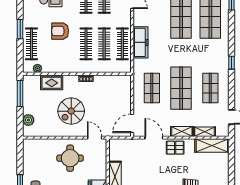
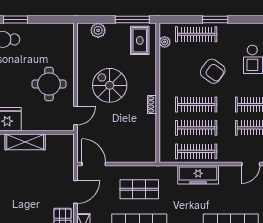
armchair: (60, 31) -> (213, 71), turned 126
rug: (52, 83) -> (140, 40), moved

